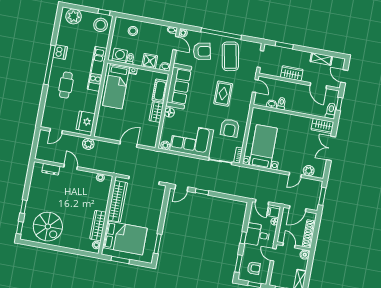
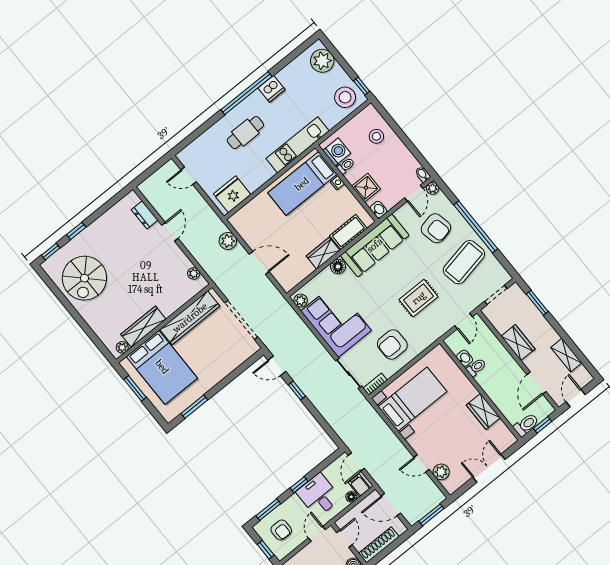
wardrobe: (322, 126) -> (483, 411), moved
plant: (88, 144) -> (228, 241), moved

